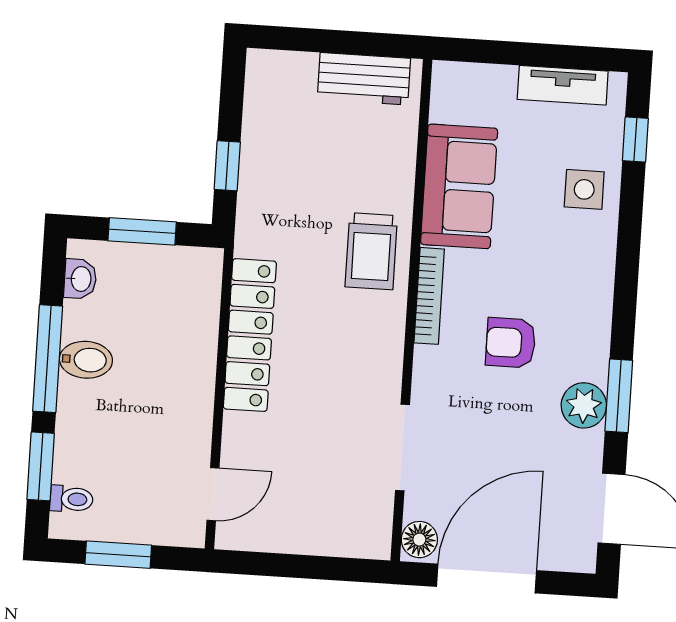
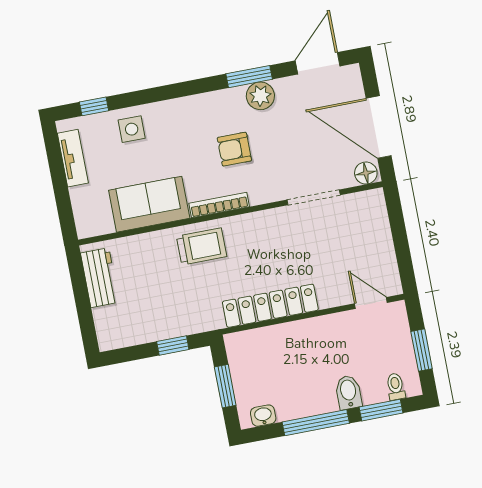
armchair: (511, 343) -> (234, 149), turned 90
bidet: (86, 360) -> (348, 392), moved

